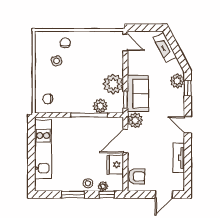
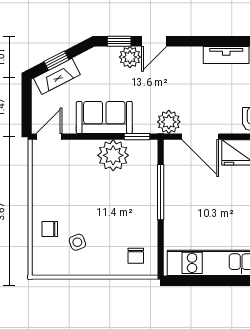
window: (175, 47) -> (56, 61), added
plant: (177, 81) -> (130, 57), moved
sofa: (138, 94) -> (104, 117), moved
plant: (100, 106) -> (147, 175), removed
door: (188, 125) -> (154, 41), moved

